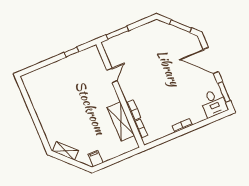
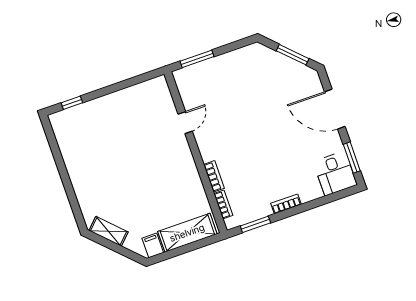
window: (72, 52) -> (72, 103), moved
shelving: (121, 121) -> (187, 233), moved, turned 90
window: (163, 140) -> (255, 224), added

